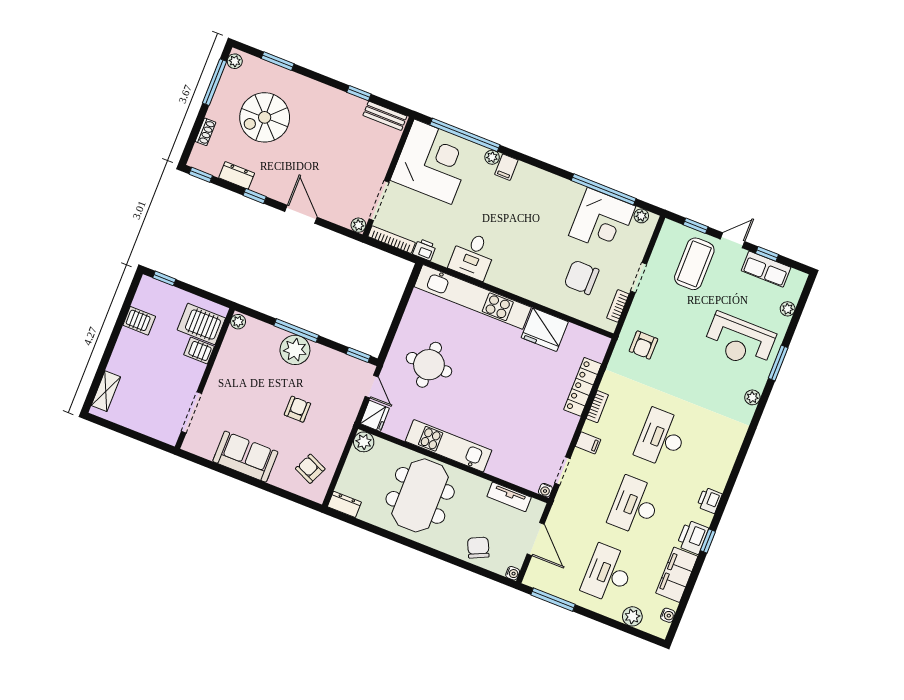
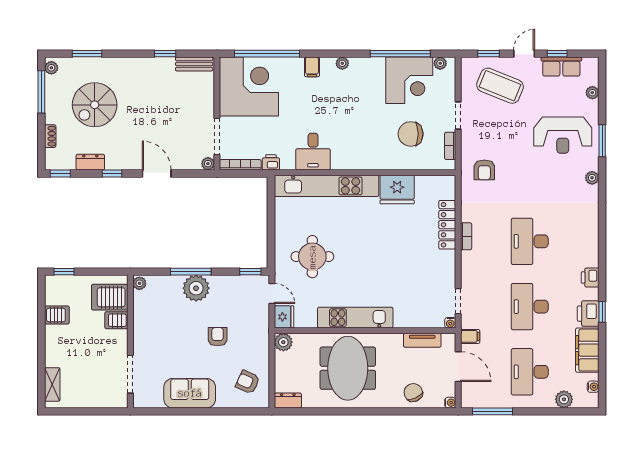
plant: (492, 157) -> (342, 63), moved
coffee table: (694, 264) -> (500, 86), turned -68
filing cabinet: (588, 443) -> (470, 336), moved

